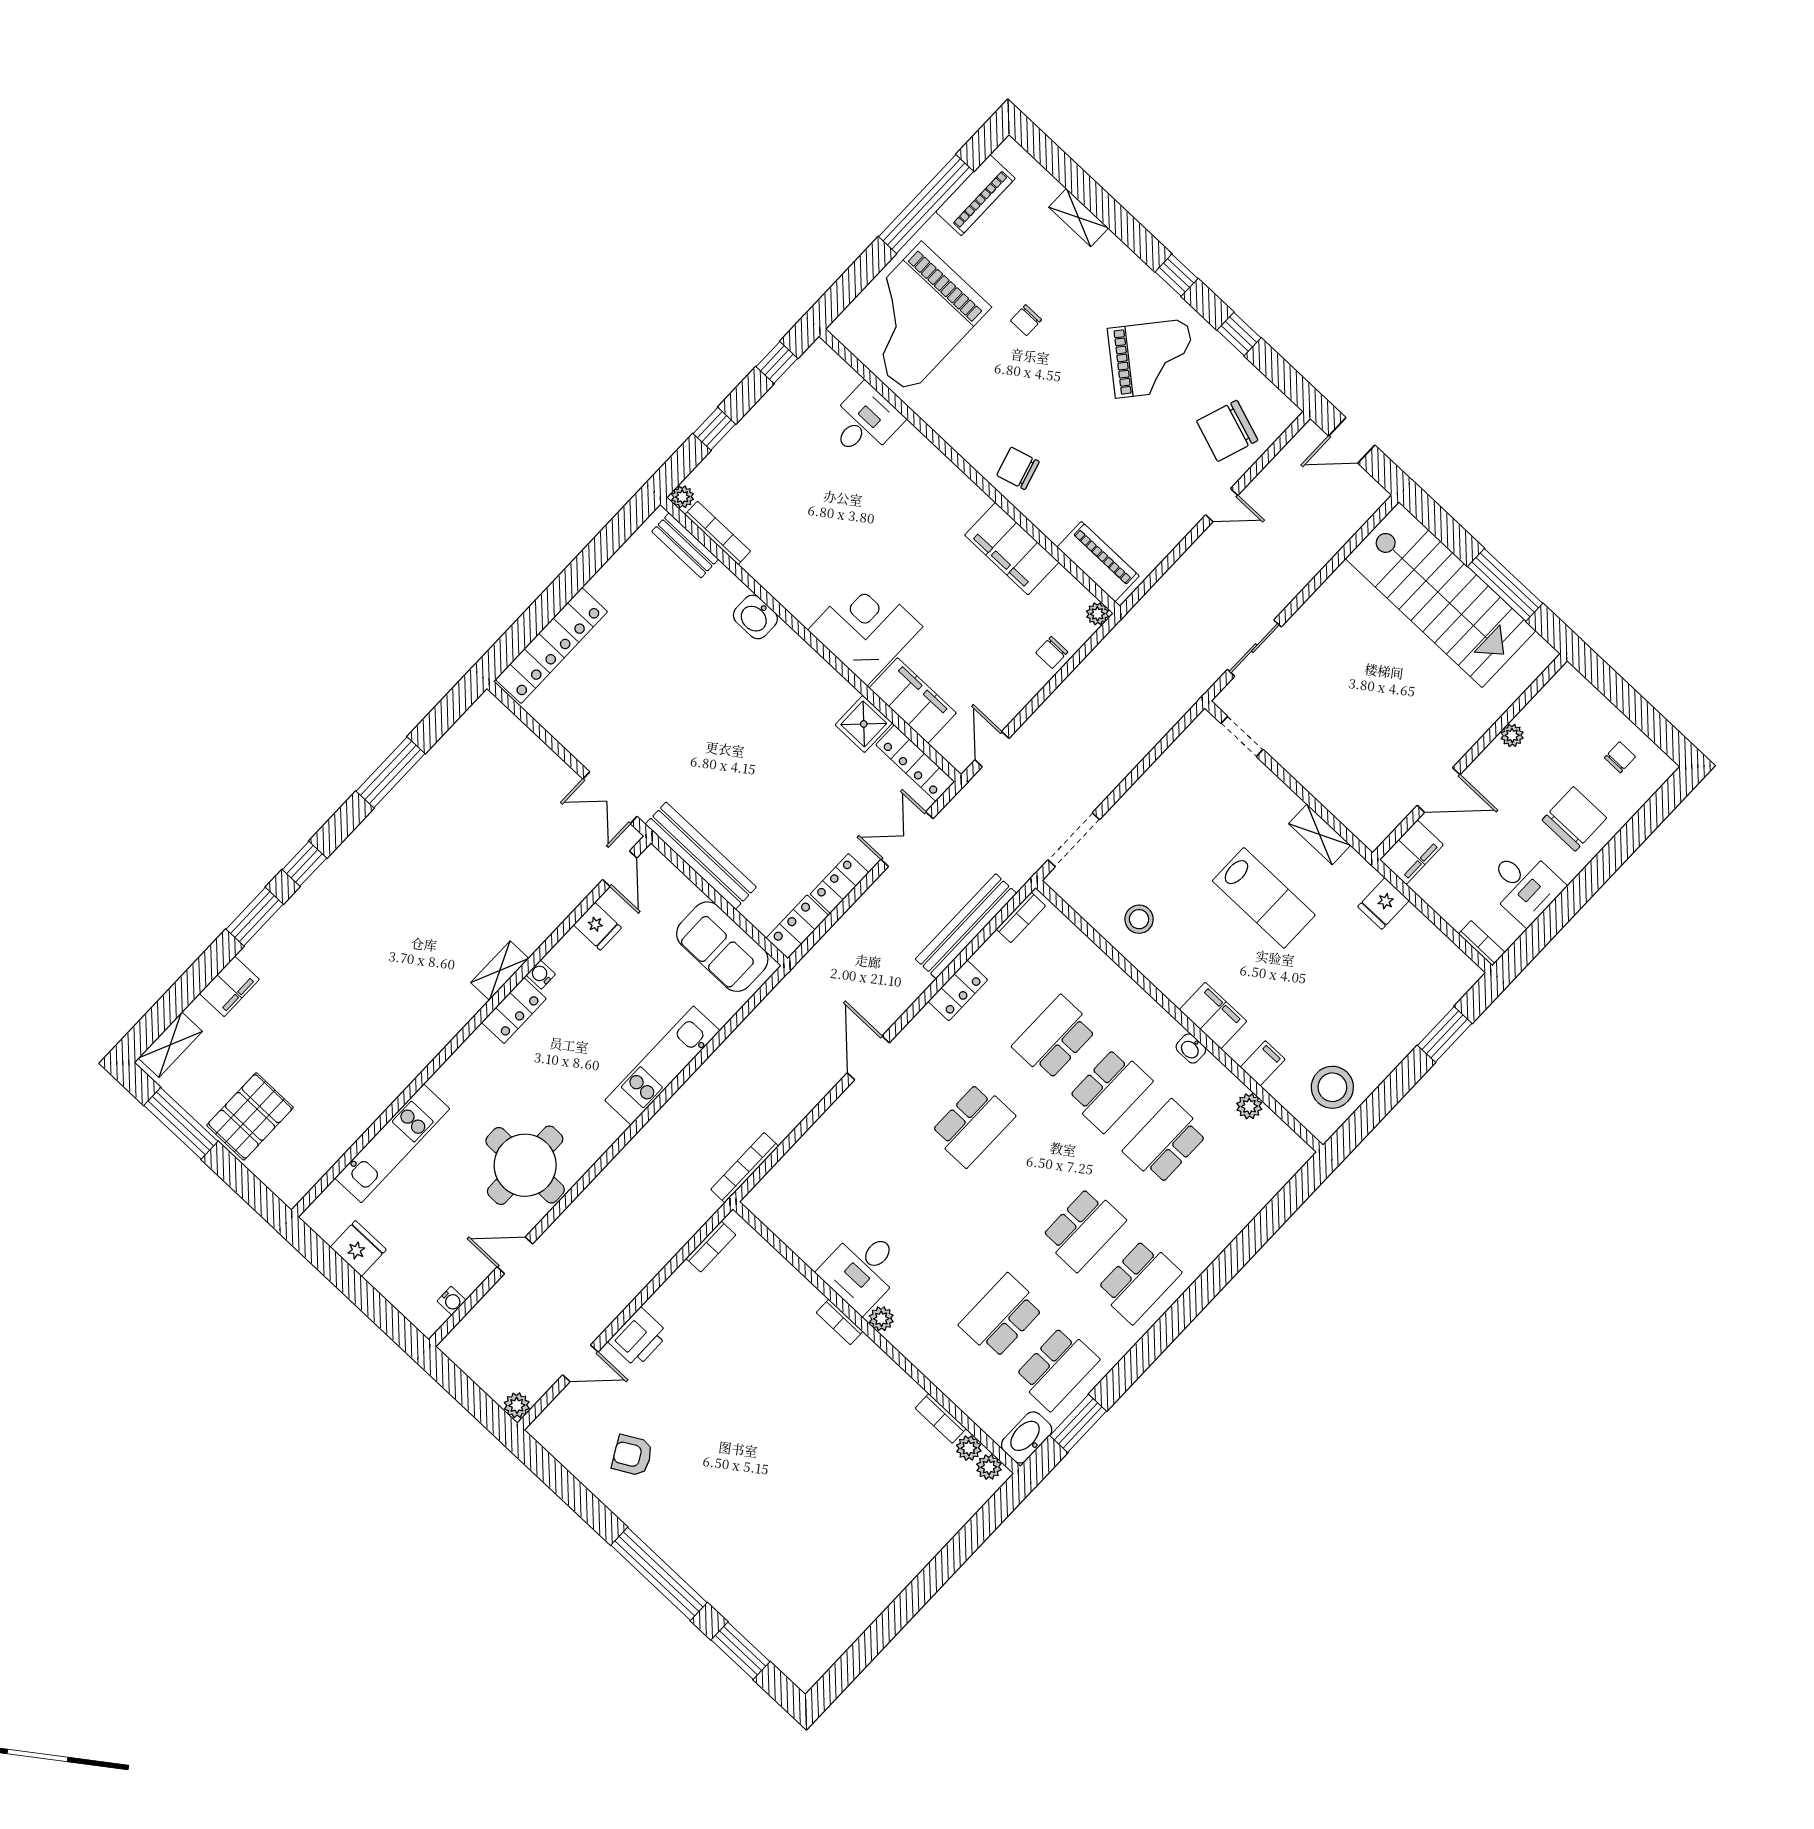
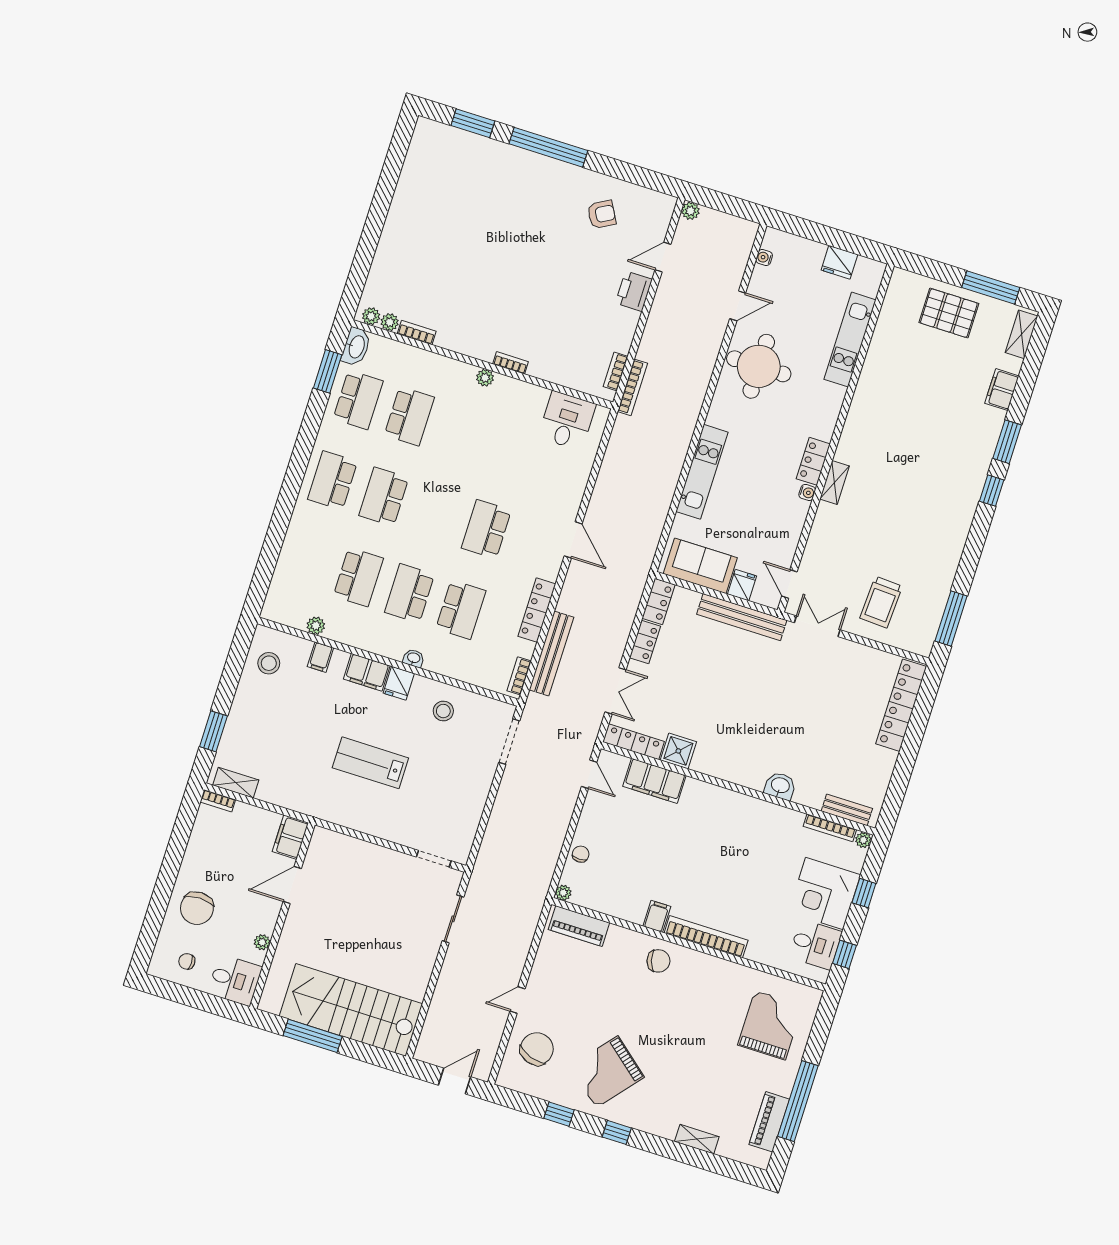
grand piano: (915, 318) -> (770, 1025), width x0.73, depth x0.68
chair: (1026, 320) -> (699, 1058), removed
desk: (865, 422) -> (815, 944), moved, turned -90
bookcase: (942, 470) -> (706, 937), added
filing cabinet: (1012, 549) -> (657, 916), width x0.33, depth x0.86
corner desk: (865, 628) -> (824, 894), moved, turned 90
chair: (1620, 757) -> (187, 961), turned 90
window: (391, 772) -> (951, 618), moved
trolley: (514, 789) -> (881, 602), added
shelving: (1320, 834) -> (236, 783), moved
desk: (1524, 886) -> (235, 980), moved, turned 180
fridge: (1383, 904) -> (399, 683), moved, turned 180
fridge: (598, 926) -> (742, 585), moved, turned 90
locker: (958, 991) -> (537, 610), width x1.53
washbasin: (1191, 1048) -> (414, 658), moved
stool: (1332, 1087) -> (269, 663), width x0.73, depth x0.73
pallet: (250, 1116) -> (949, 313), turned 90
bookcase: (745, 1168) -> (632, 387), moved
desk: (862, 1269) -> (567, 421), moved
school desk: (1057, 1368) -> (358, 400), turned 180

